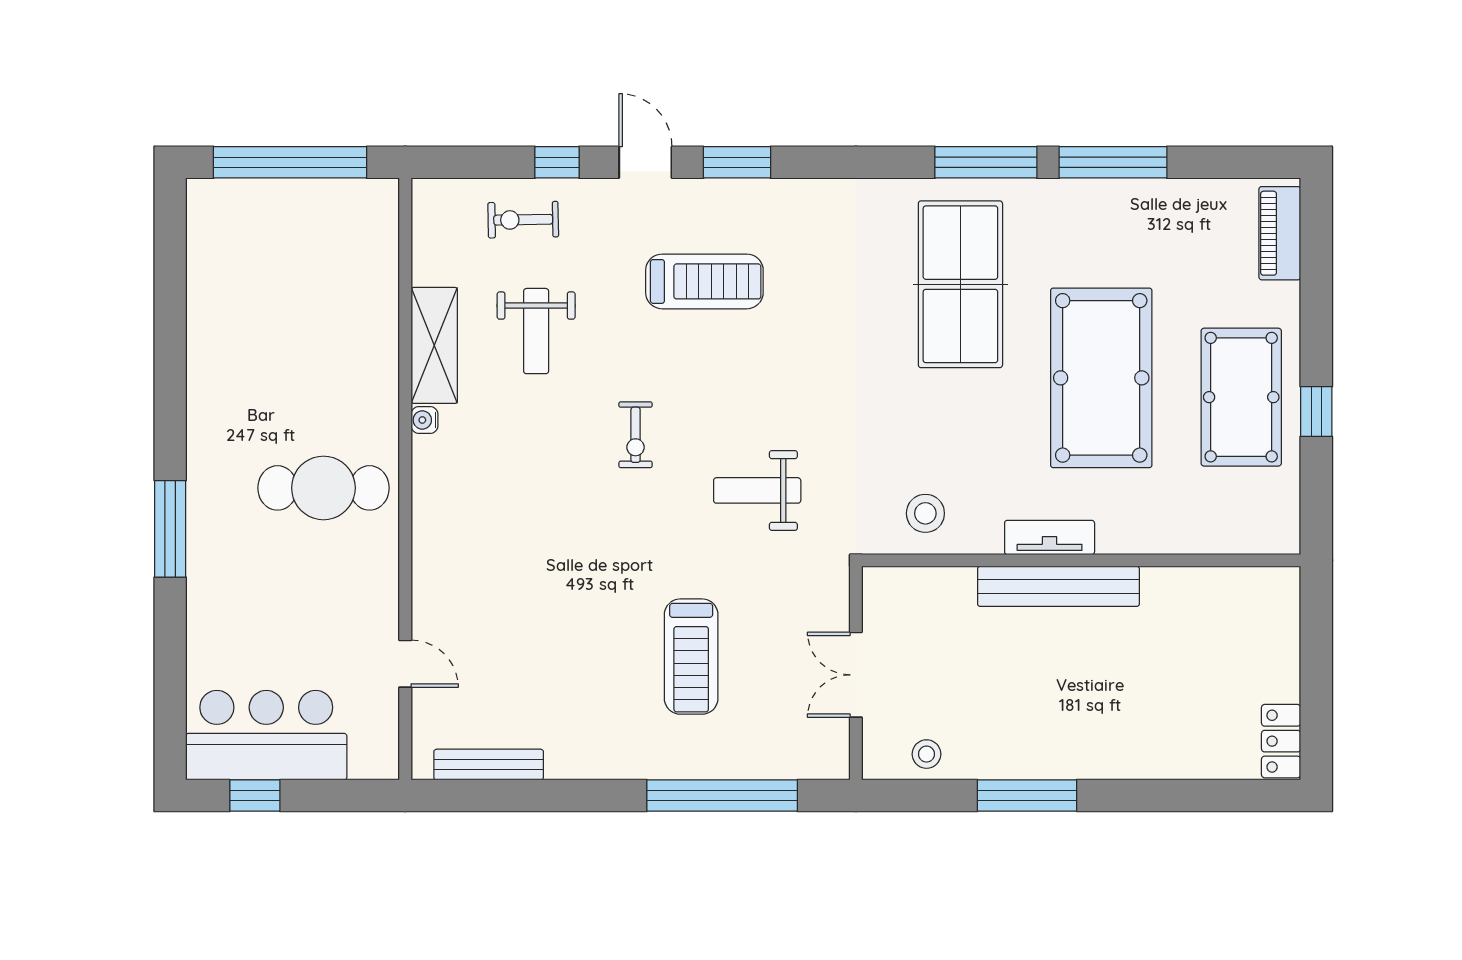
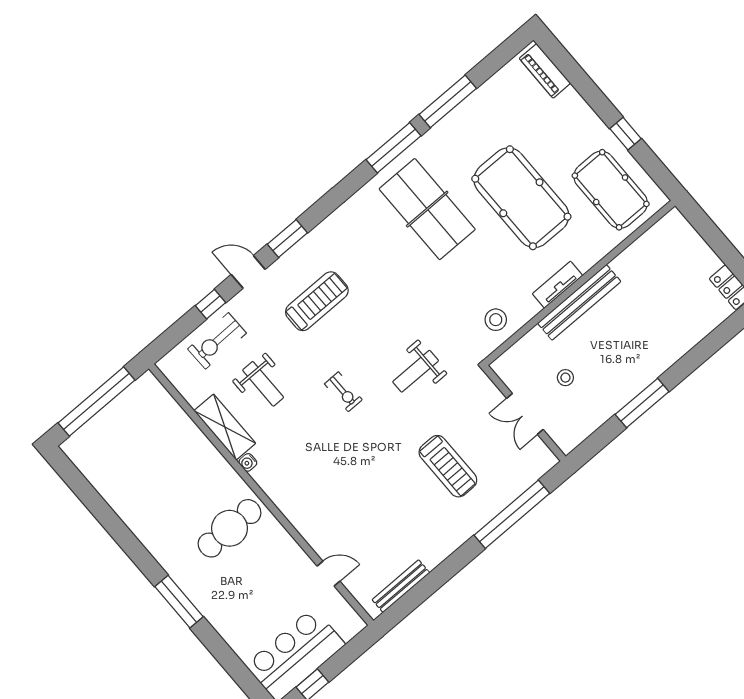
exercise bike: (523, 220) -> (217, 341), width x1.38, depth x1.39
pool table: (1241, 397) -> (611, 190), moved
stool: (926, 754) -> (565, 378), moved

